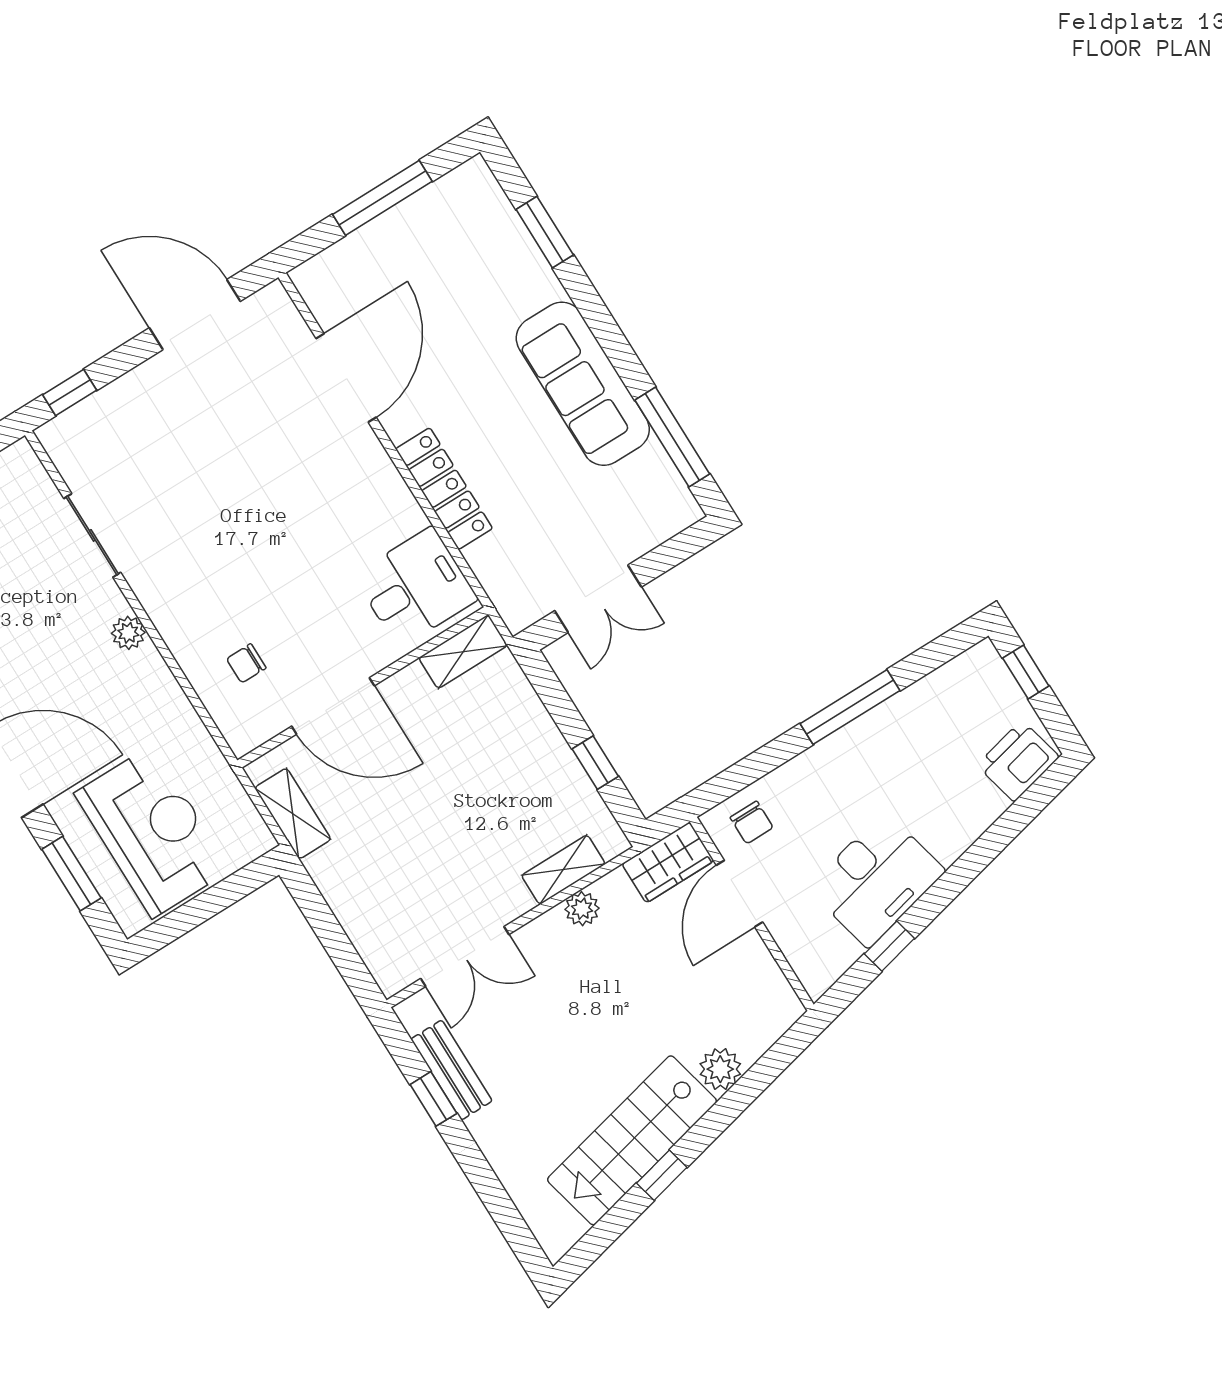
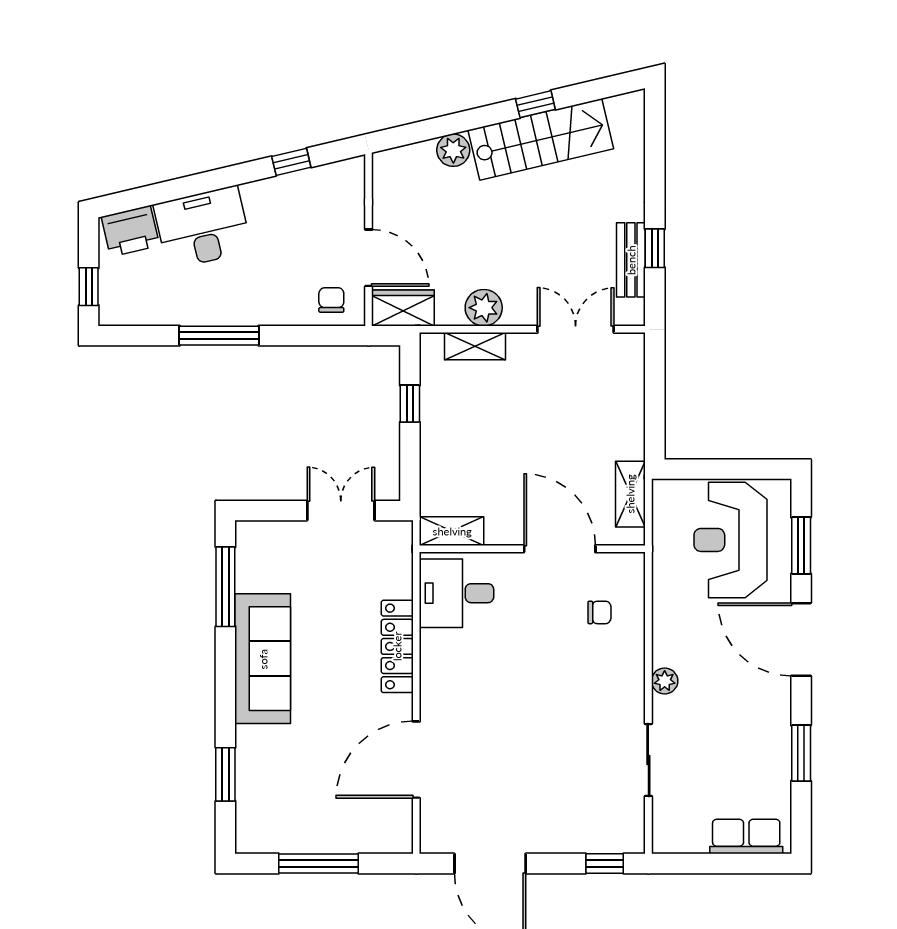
desk: (876, 880) -> (203, 228), moved
door: (740, 894) -> (369, 258), hinge flipped
plant: (582, 909) -> (484, 308), width x1.38, depth x1.38

